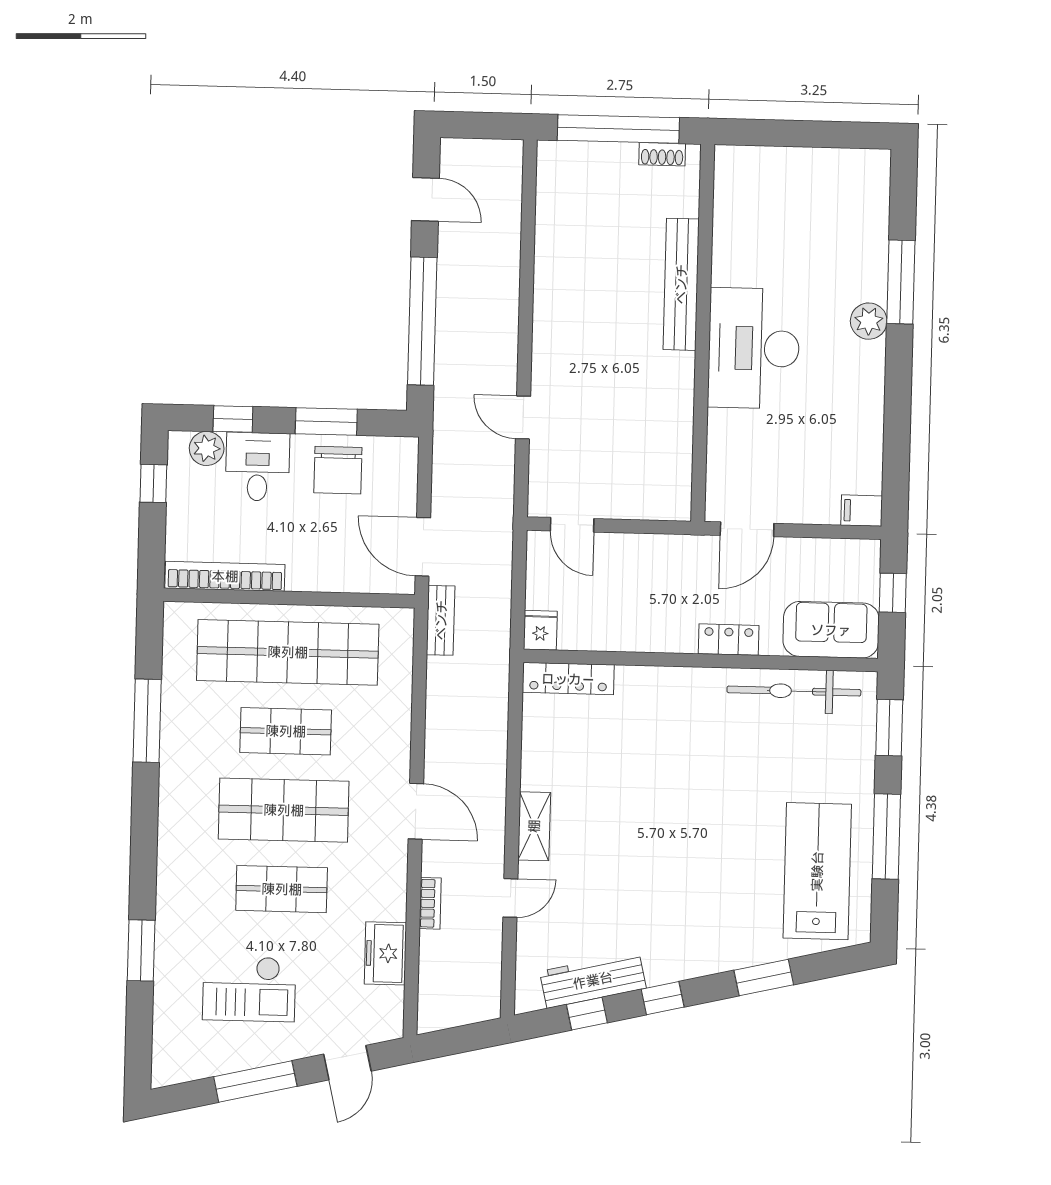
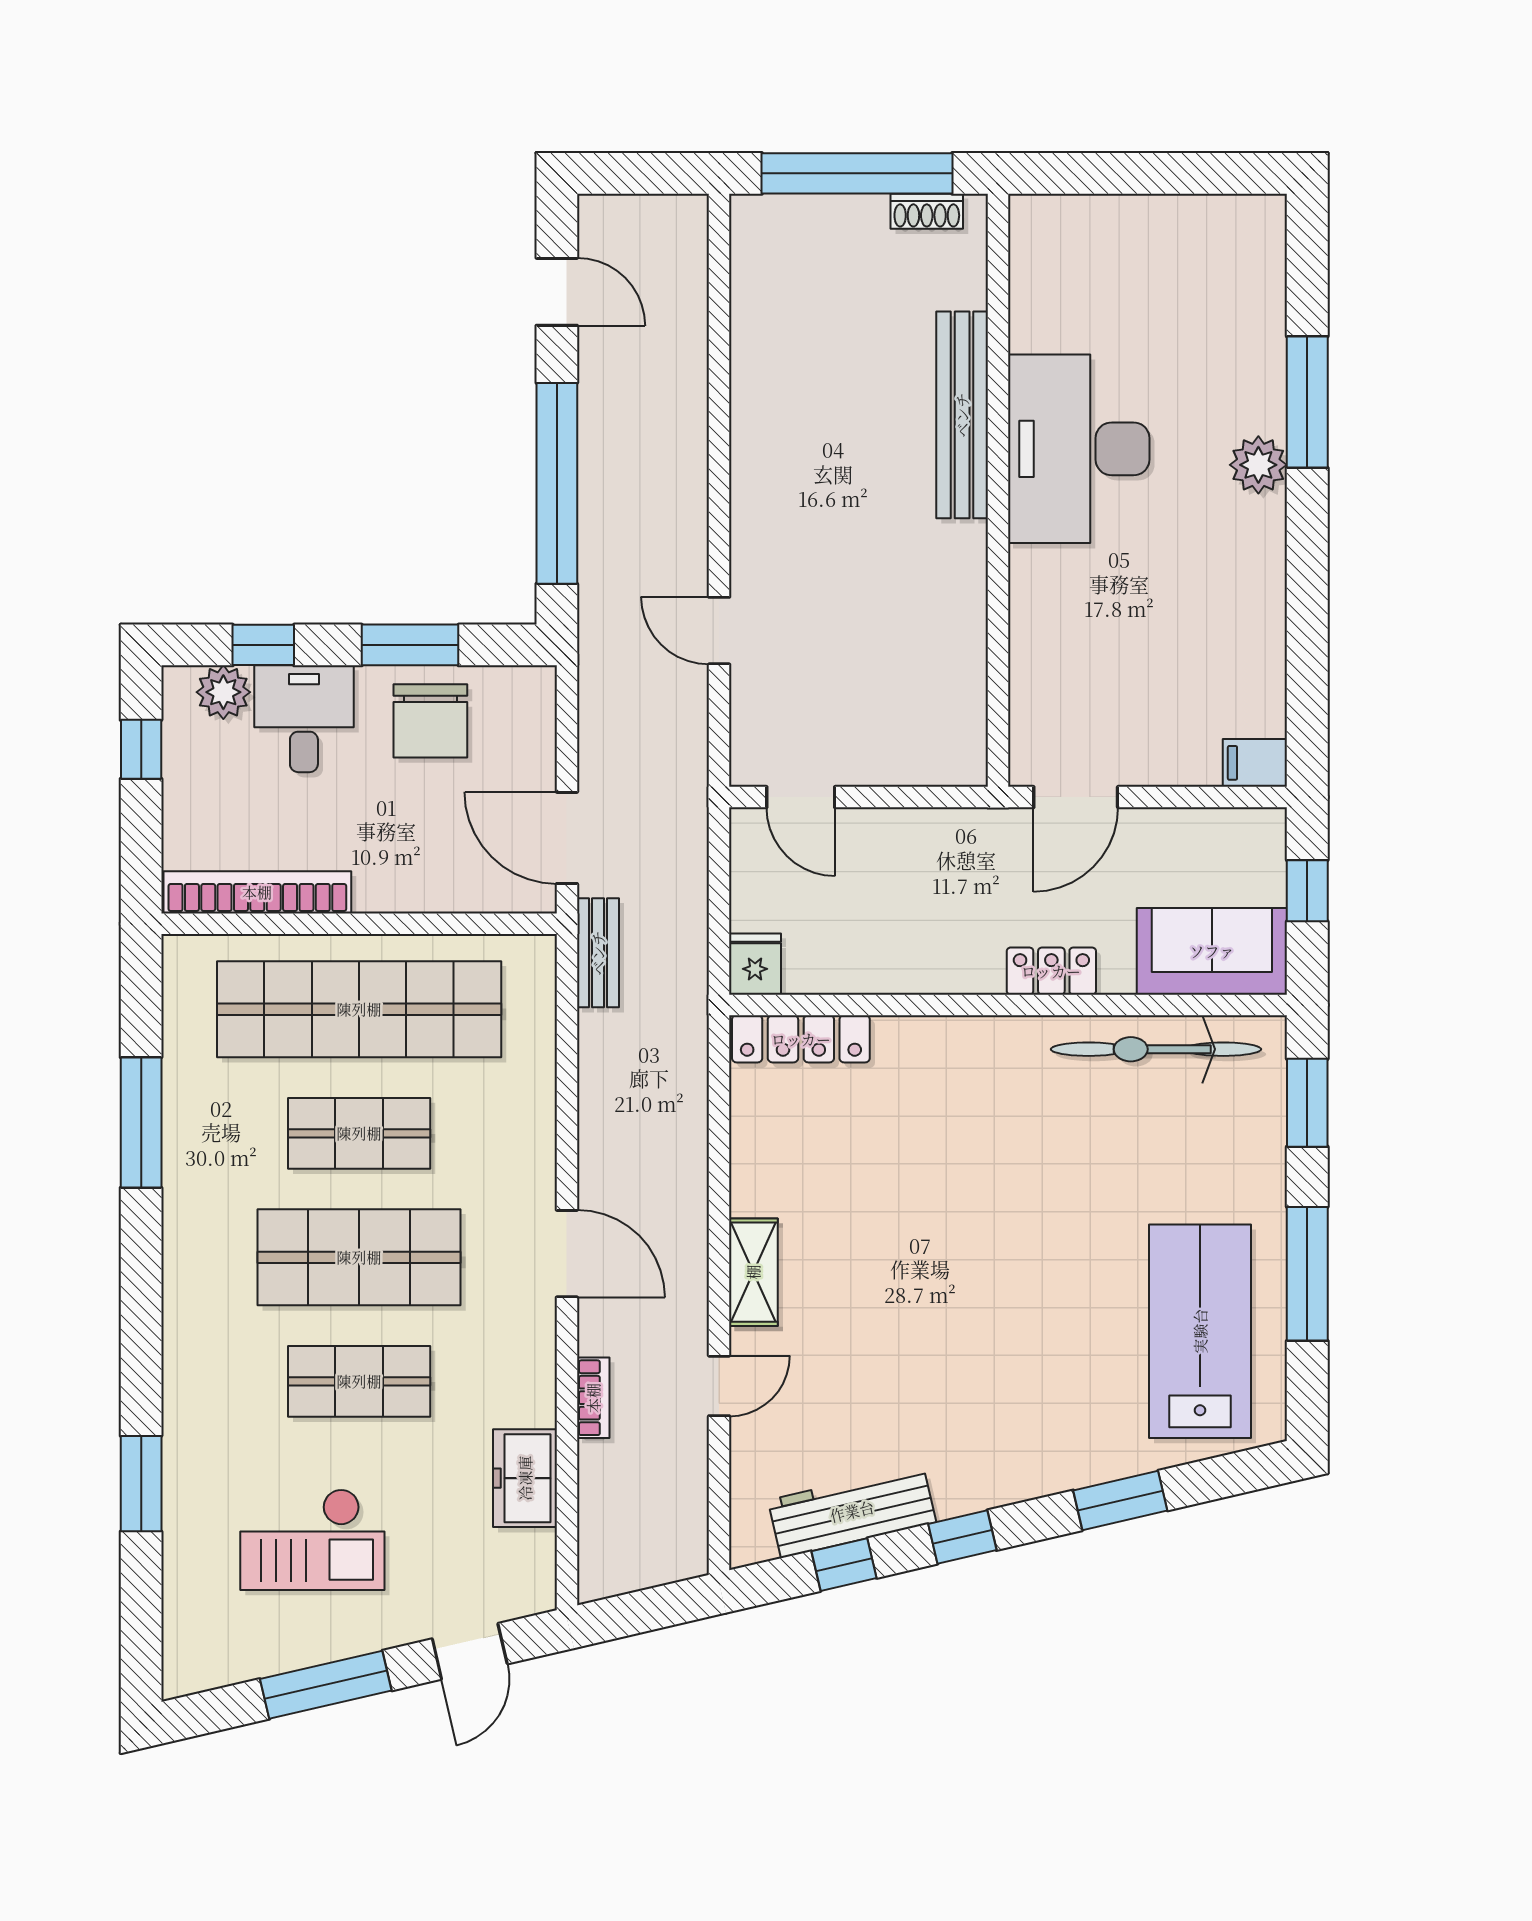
desk: (754, 348) -> (1079, 449), moved

